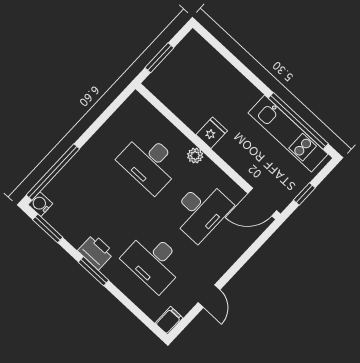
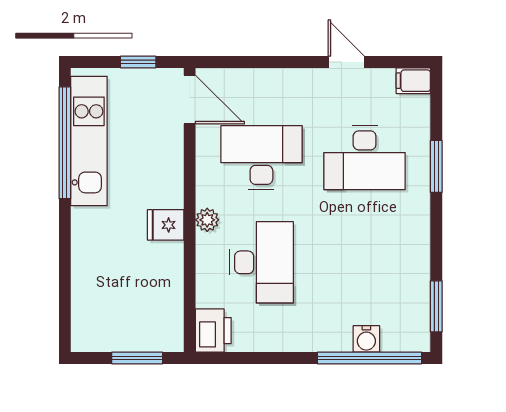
water cooler: (40, 204) -> (366, 339), moved
printer: (96, 252) -> (213, 331), moved, turned 180
desk: (154, 261) -> (365, 158), turned 90
window: (94, 271) -> (436, 166), moved
door: (209, 296) -> (346, 62), hinge flipped

